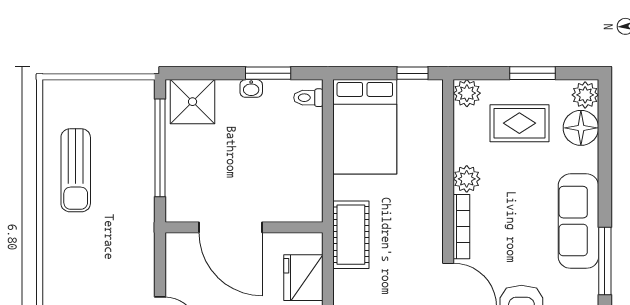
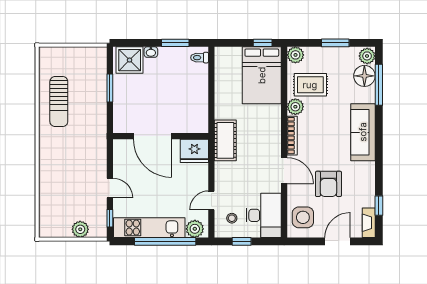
washbasin: (251, 88) -> (151, 52), moved
rug: (519, 123) -> (310, 85), moved
bed: (365, 127) -> (262, 75), moved
window: (160, 148) -> (110, 88), width x0.47
window: (605, 261) -> (379, 85), moved
fridge: (303, 278) -> (194, 151), moved, turned -90

